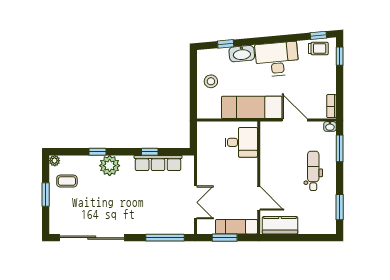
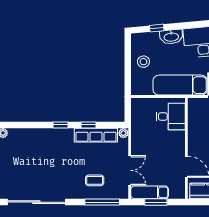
window: (97, 152) -> (60, 125), moved
plant: (110, 166) -> (123, 133), moved, width x0.53, depth x0.53
coffee table: (67, 181) -> (95, 180), moved
exam couch: (236, 227) -> (150, 192), moved

